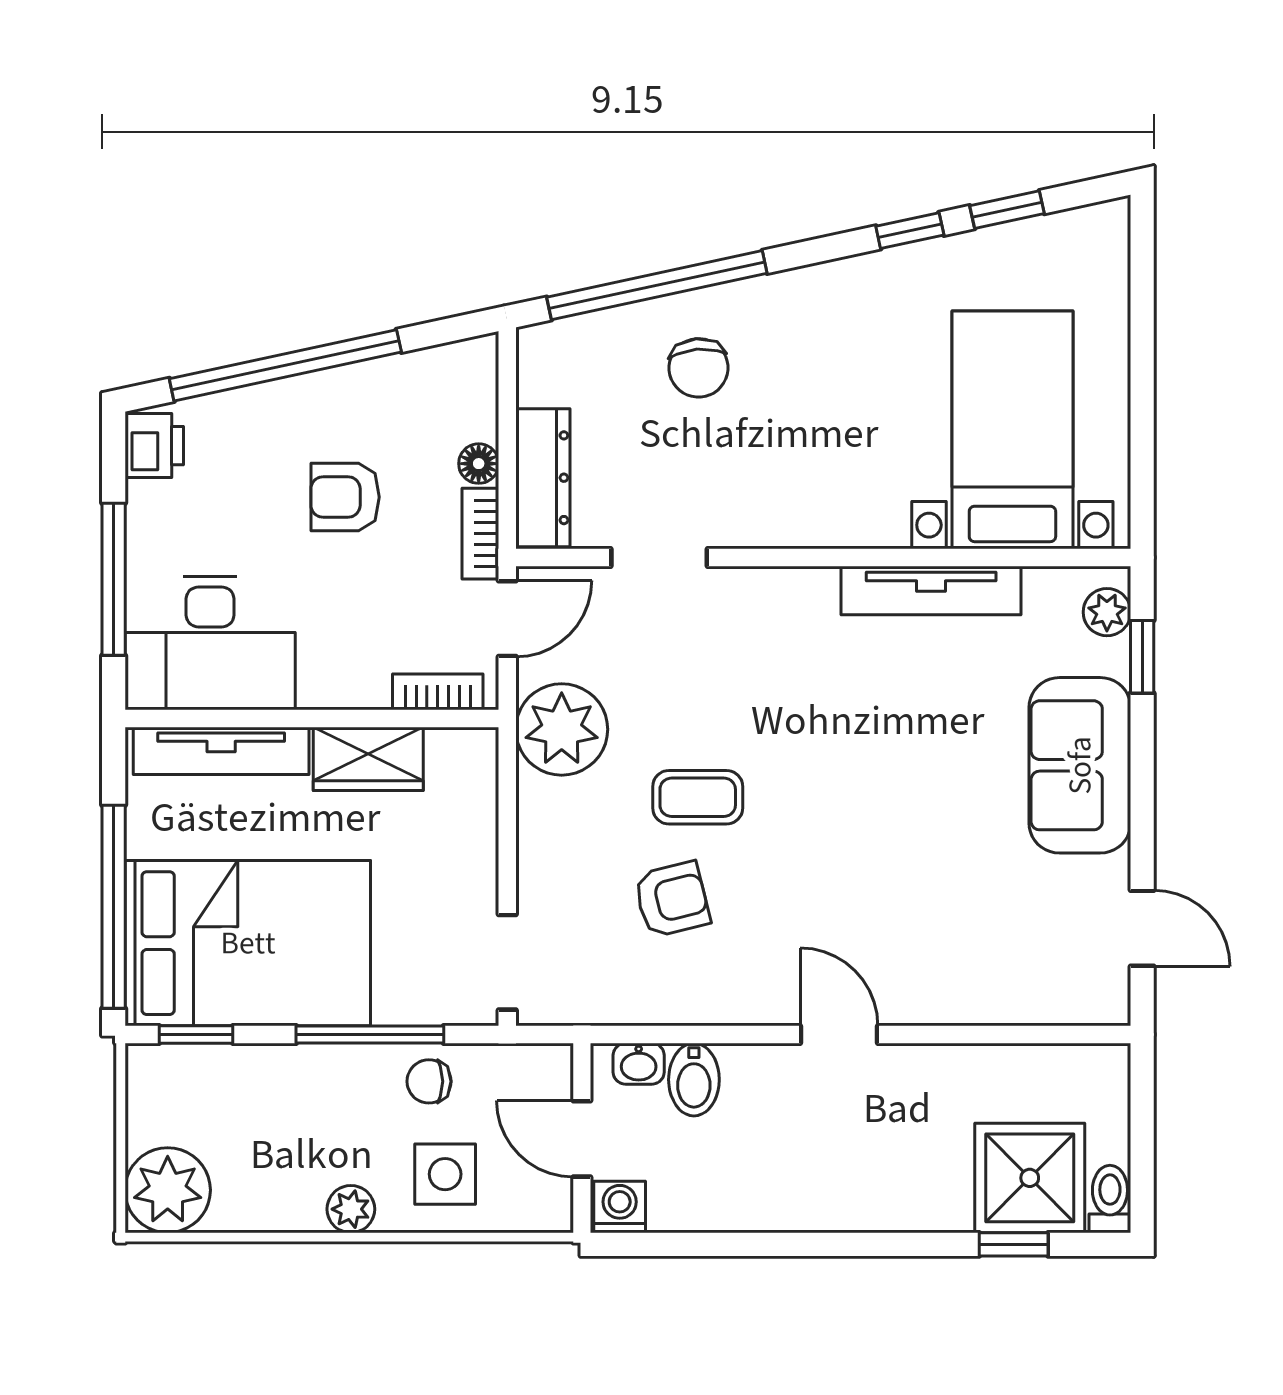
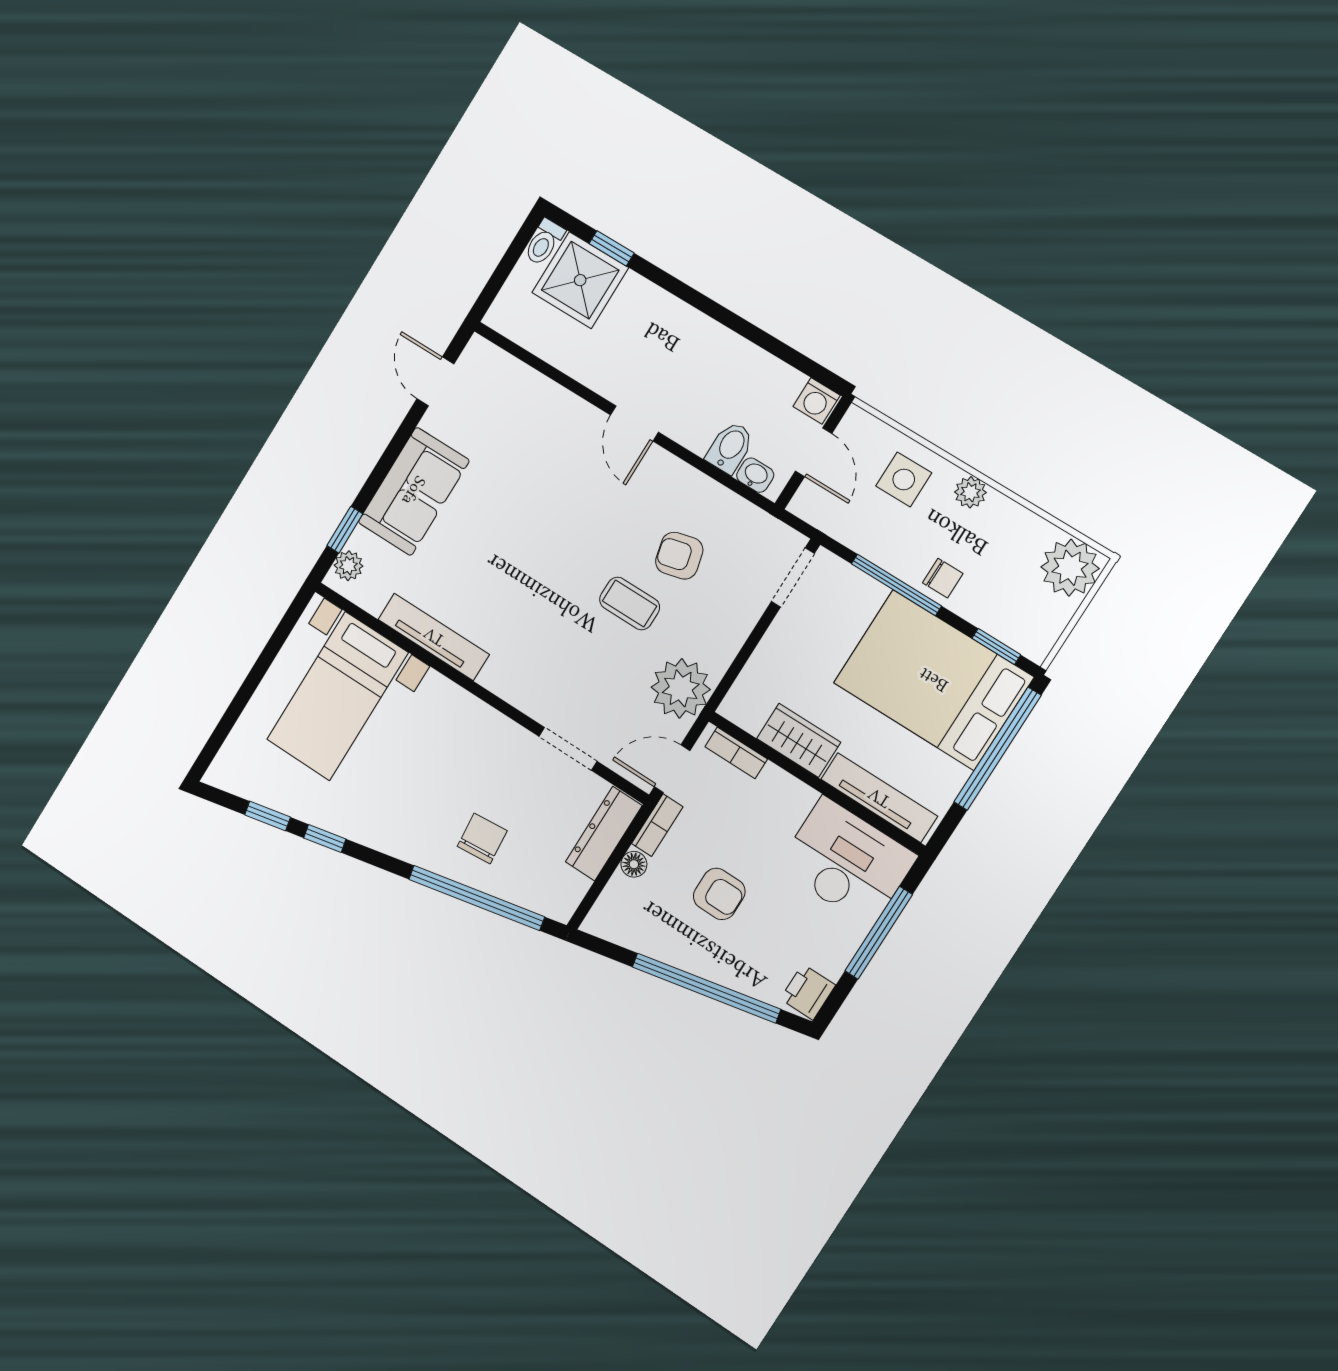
chair: (429, 1081) -> (943, 578), moved

